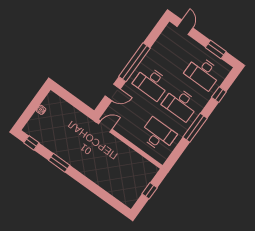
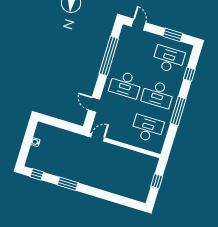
window: (135, 62) -> (109, 56), moved
desk: (203, 73) -> (168, 59), turned 180
door: (113, 92) -> (94, 105), swing flipped

